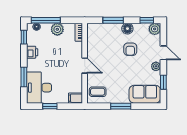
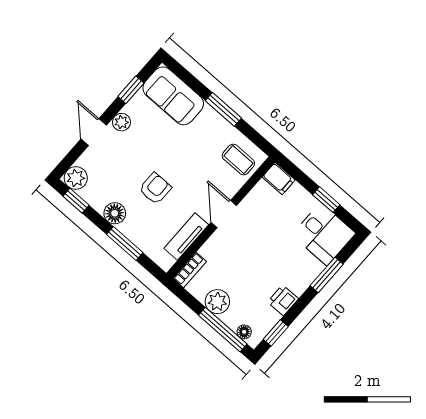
tv unit: (92, 44) -> (186, 237), added
armchair: (130, 49) -> (155, 188), moved
desk: (39, 88) -> (324, 234), width x0.73

